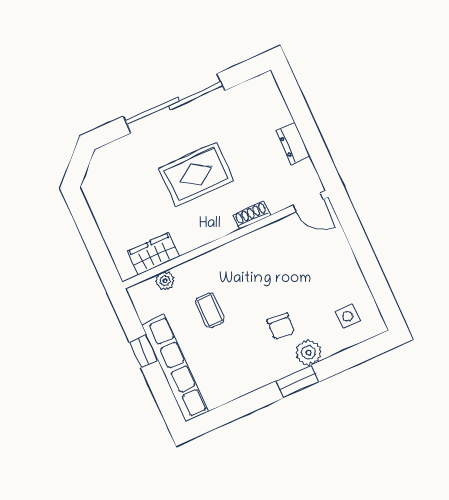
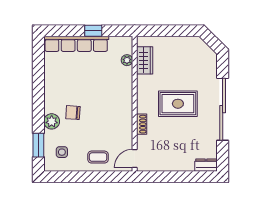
dresser: (293, 144) -> (206, 165), moved
rug: (196, 174) -> (178, 104), turned 90
coffee table: (210, 310) -> (98, 157), moved
window: (298, 381) -> (38, 145), moved

